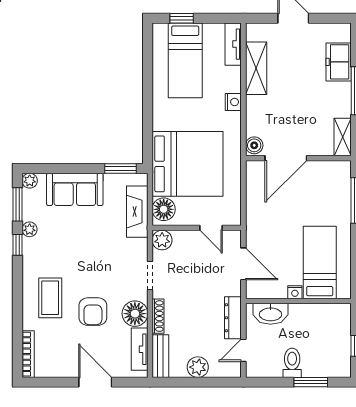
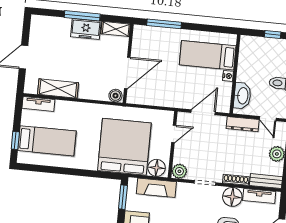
freezer: (339, 62) -> (86, 29), moved
nightstand: (233, 102) -> (82, 108), removed
door: (286, 158) -> (127, 73), hinge flipped

